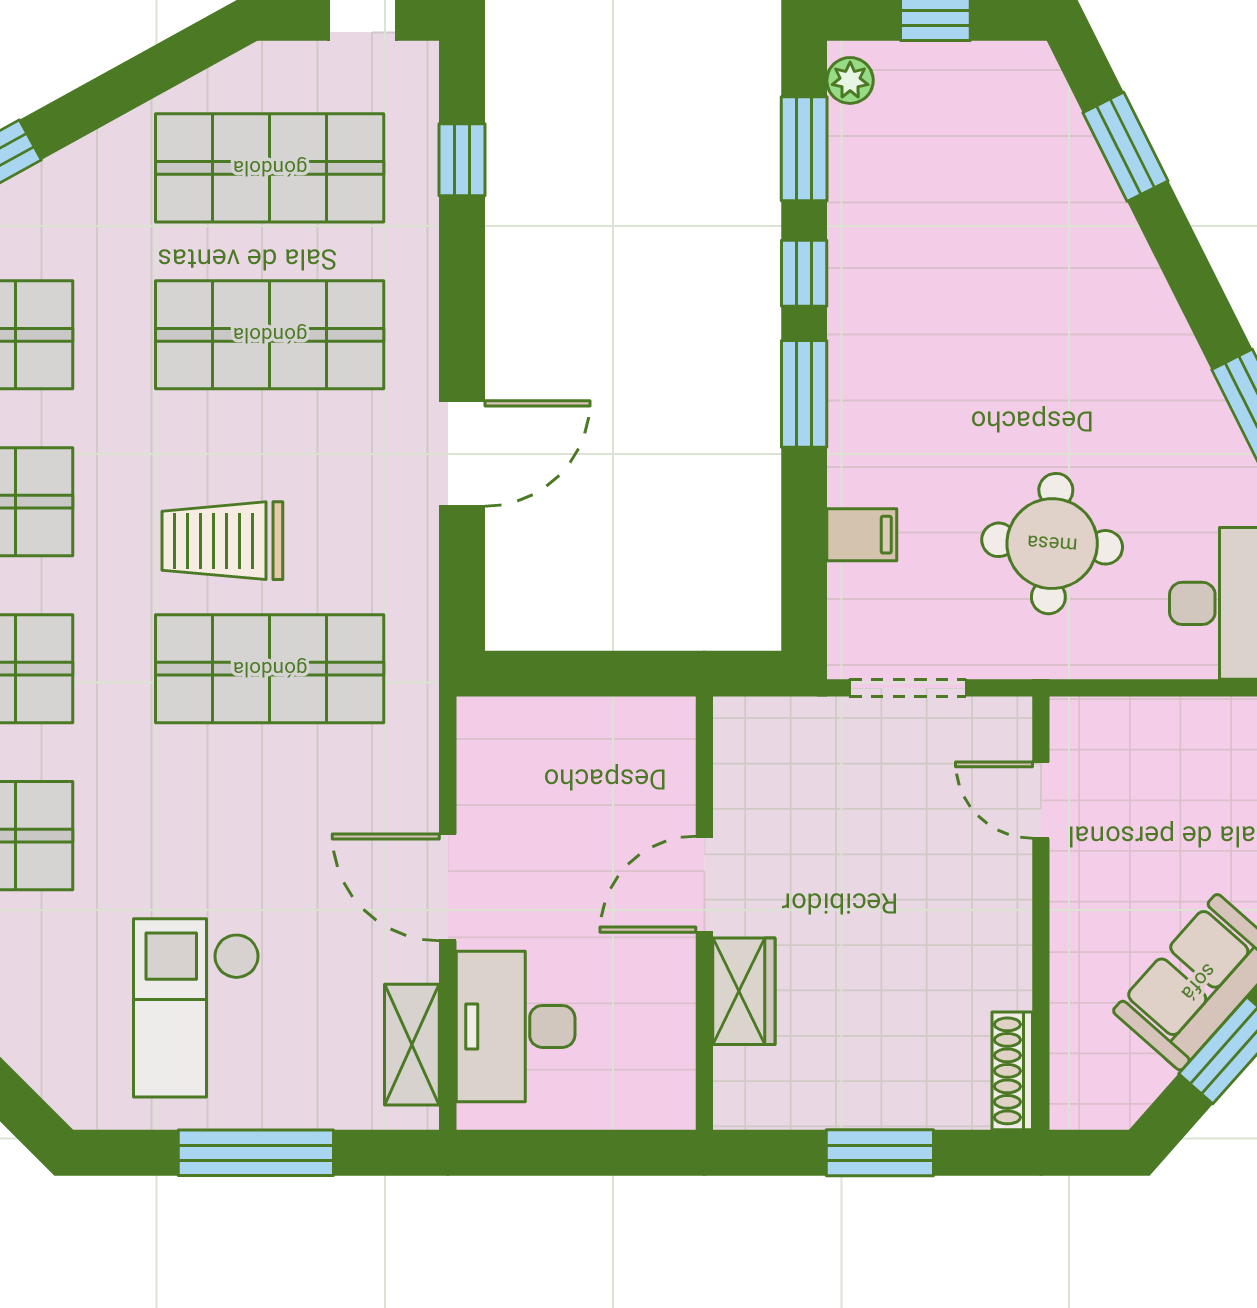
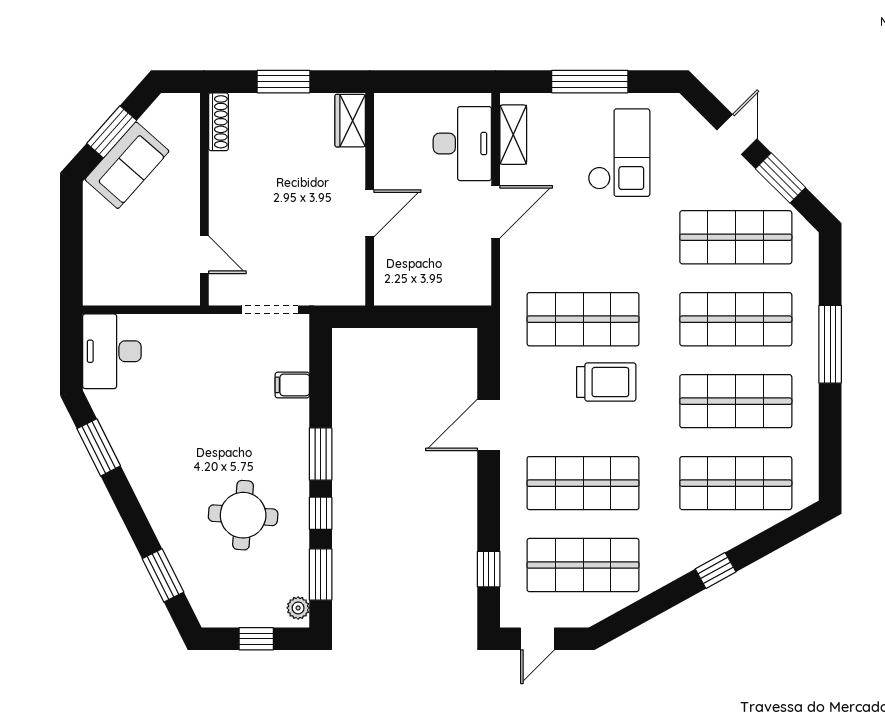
round table: (1052, 544) -> (243, 515), moved
door: (448, 887) -> (496, 212), hinge flipped
wardrobe: (744, 991) -> (350, 121), moved

